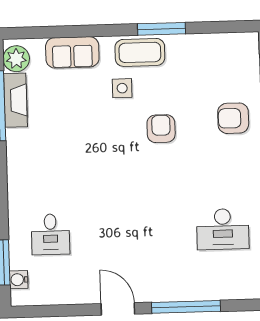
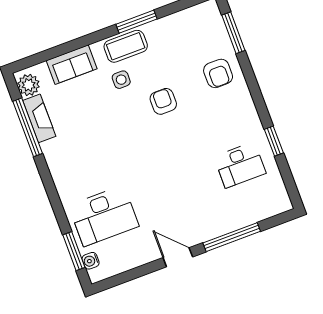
armchair: (233, 118) -> (218, 73), turned -90
desk: (50, 234) -> (104, 216), width x1.87, depth x1.30

